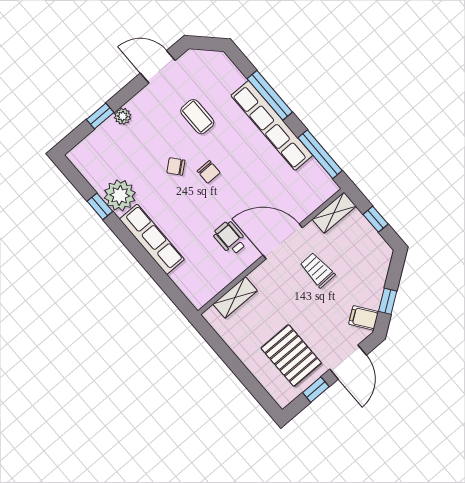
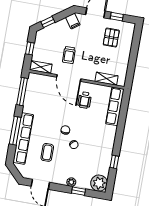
row of seats: (272, 125) -> (23, 139), moved
plant: (120, 195) -> (99, 183), moved
row of seats: (152, 239) -> (115, 106), moved
window: (388, 301) -> (48, 22), moved
pallet: (291, 356) -> (111, 38), width x0.67, depth x0.71

